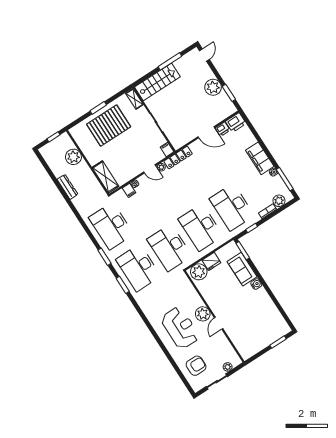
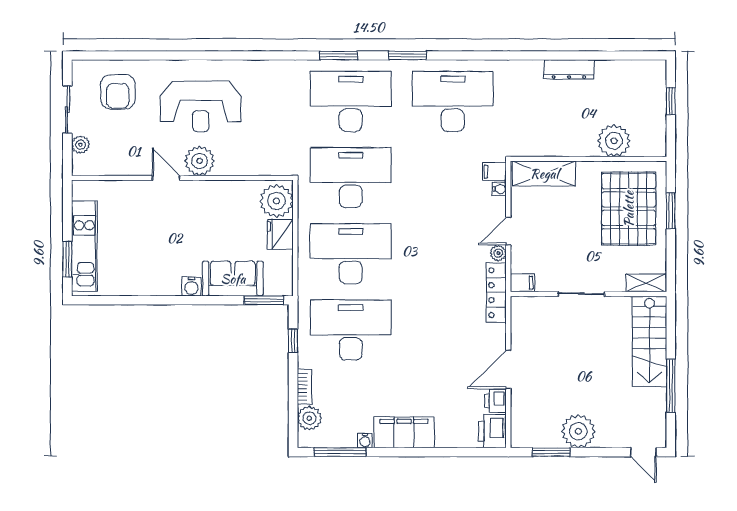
plant: (73, 157) -> (614, 141), moved
wall: (88, 162) -> (588, 159), moved
shelving: (105, 177) -> (544, 174), moved
kitchen unit: (268, 339) -> (84, 246), added

